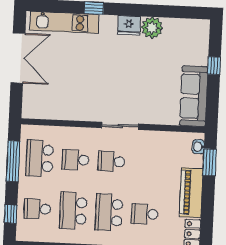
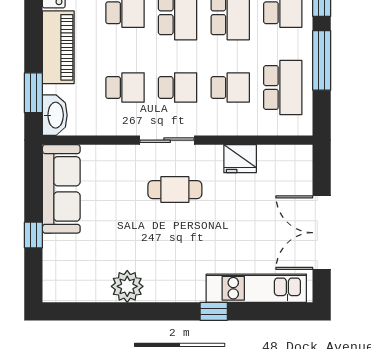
fridge: (129, 25) -> (240, 159), moved, turned 180
cafe table: (116, 92) -> (175, 190), added
washbasin: (198, 147) -> (55, 115), width x1.91, depth x1.45
window: (13, 161) -> (322, 60), moved
school desk: (147, 163) -> (125, 87), added

